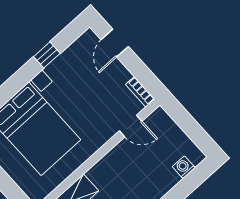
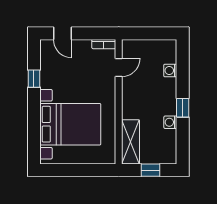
washing machine: (184, 167) -> (170, 71), moved

